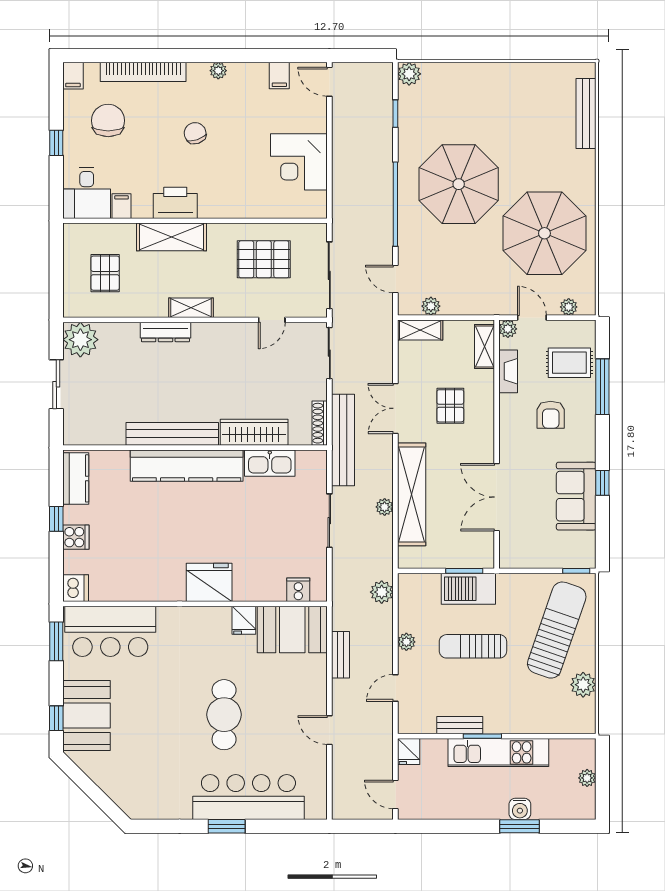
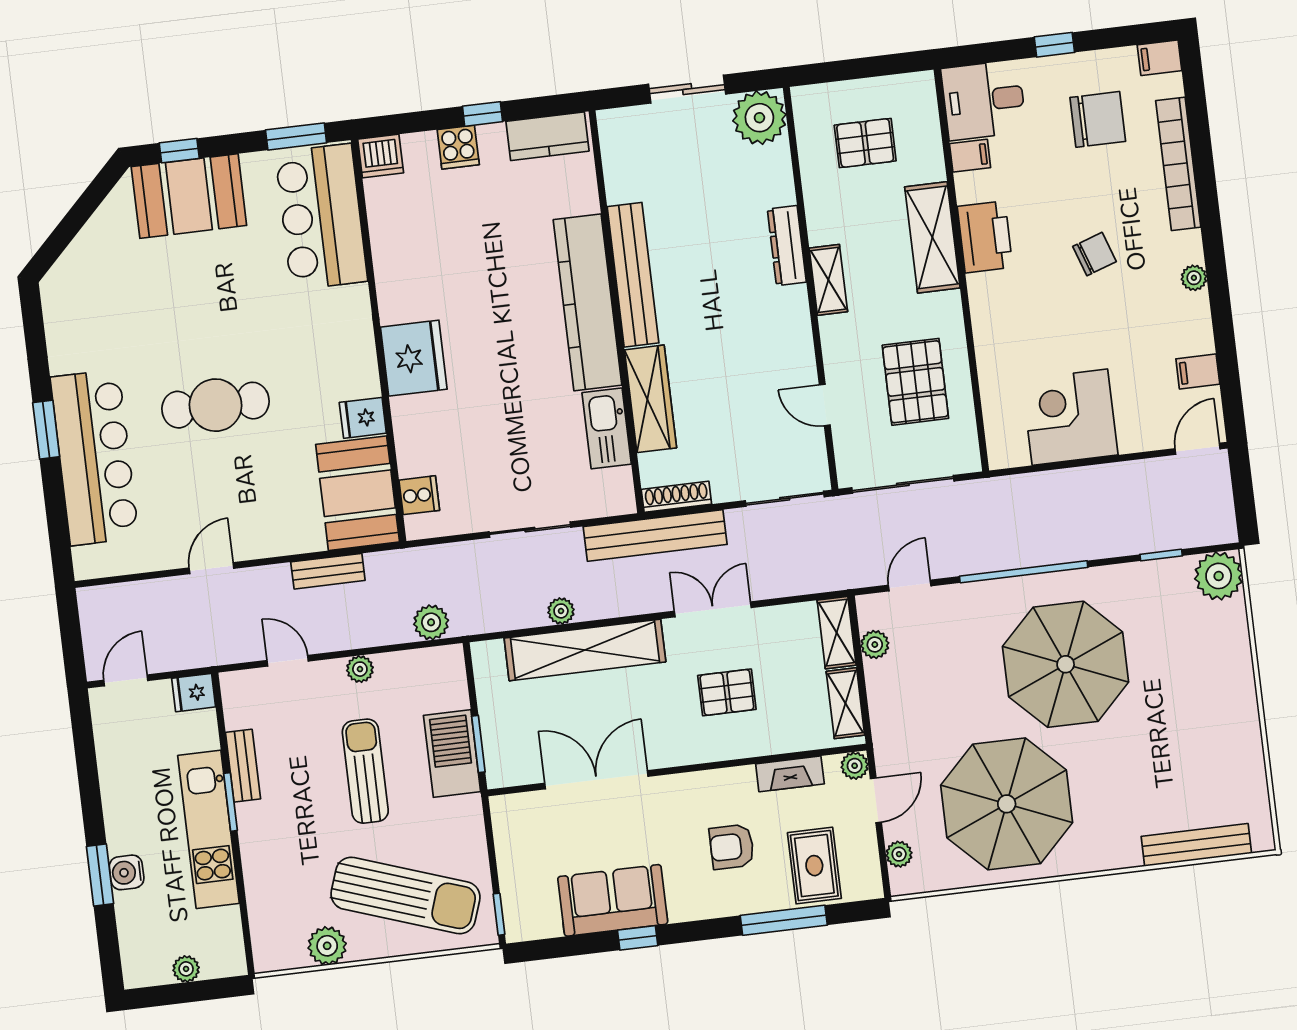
plant: (409, 74) -> (1219, 576), width x1.36, depth x1.36
shelving: (485, 346) -> (845, 703), moved, turned 90

